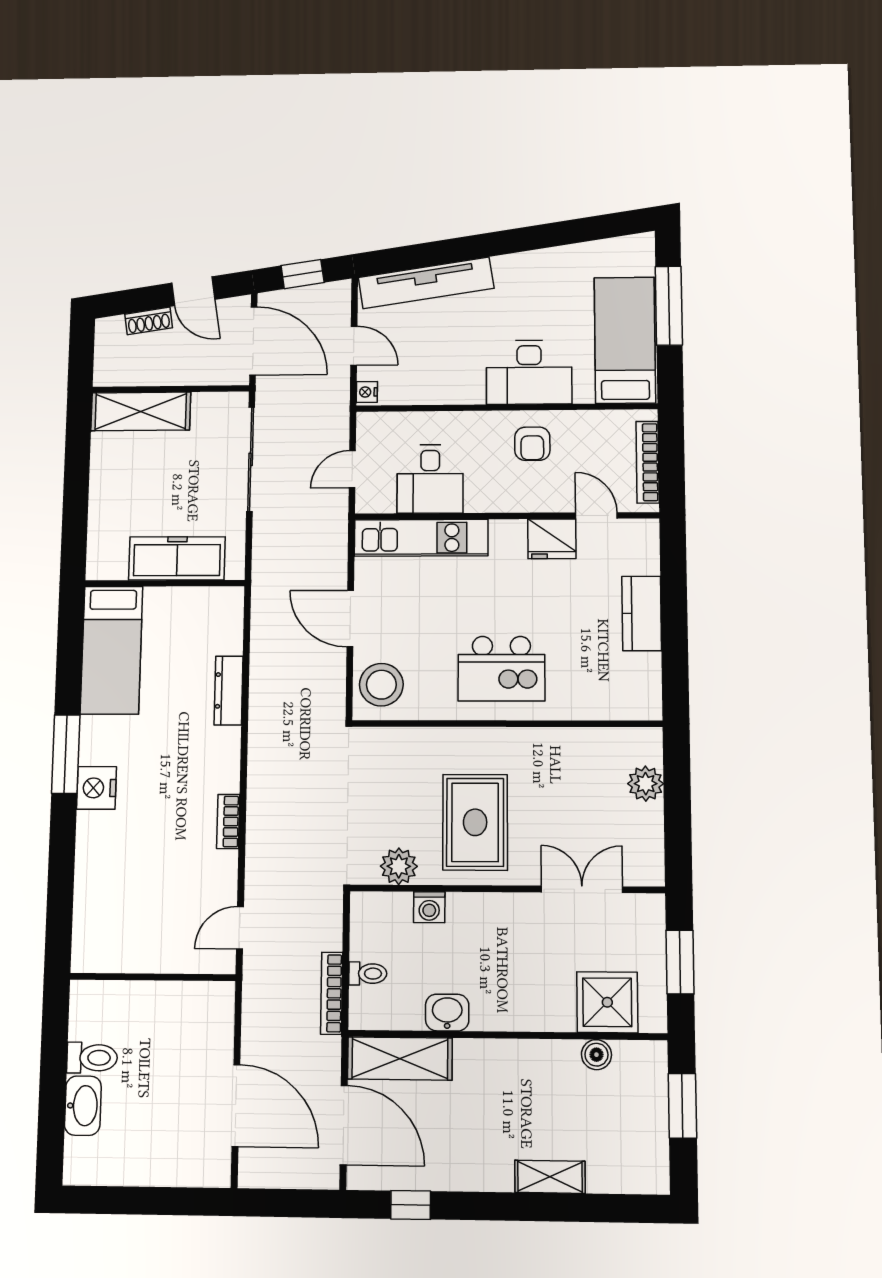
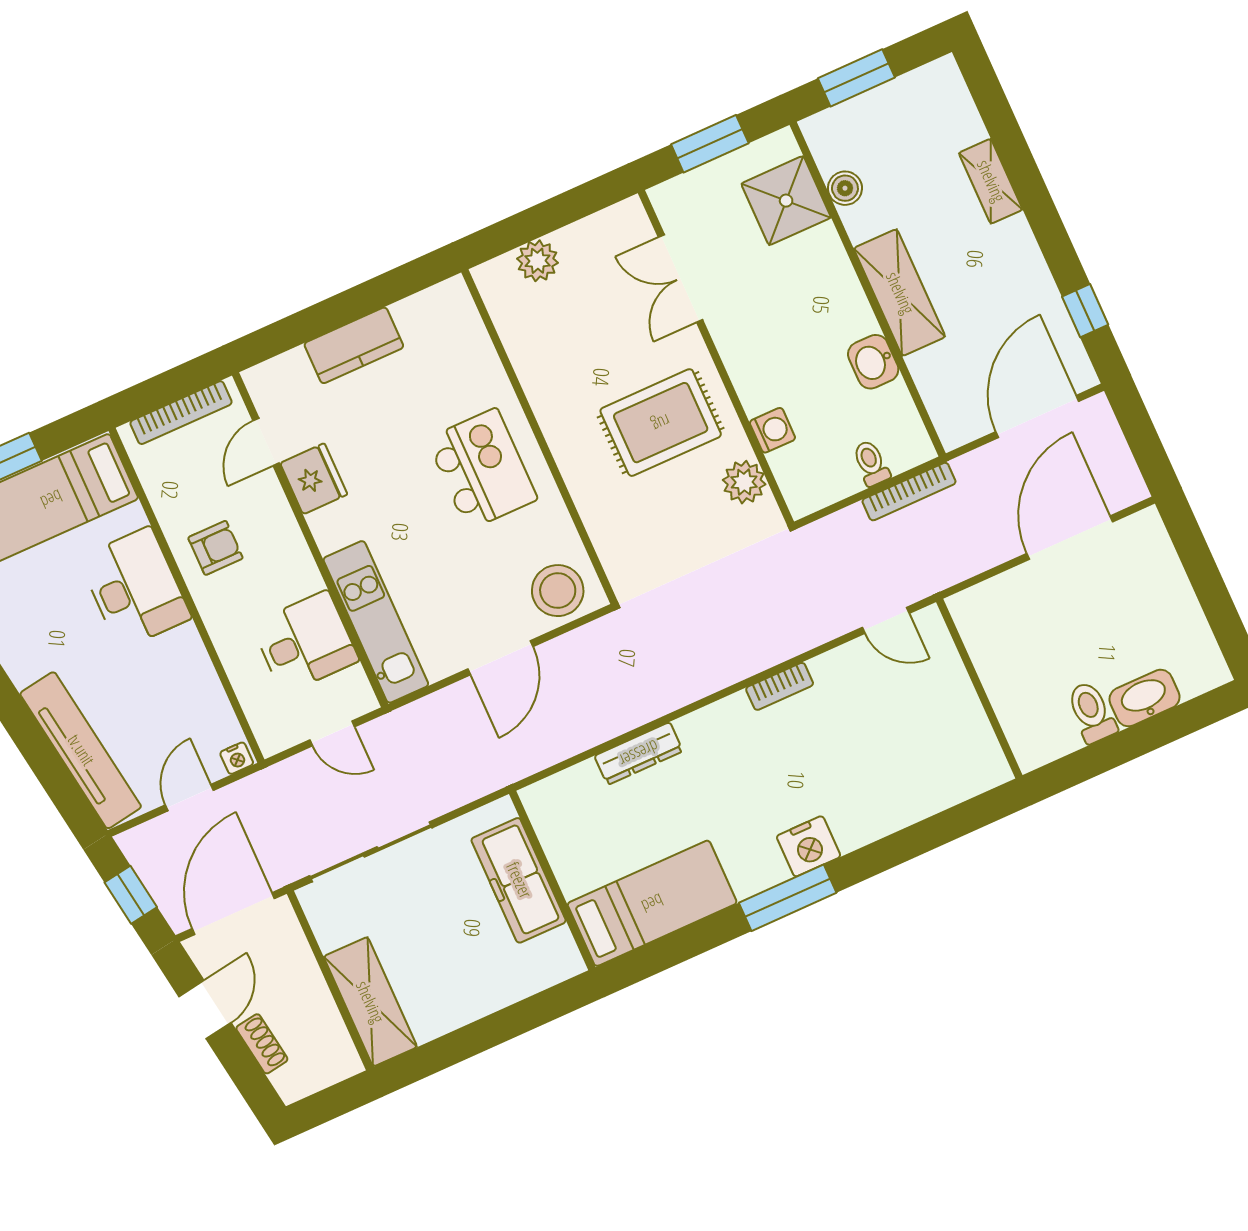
shelving: (400, 1059) -> (900, 293), moved

